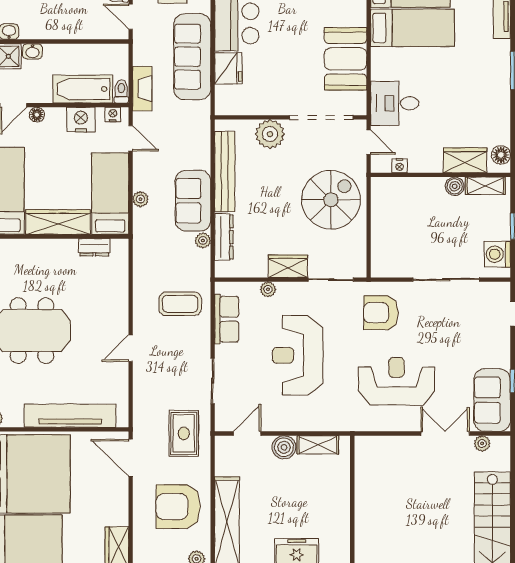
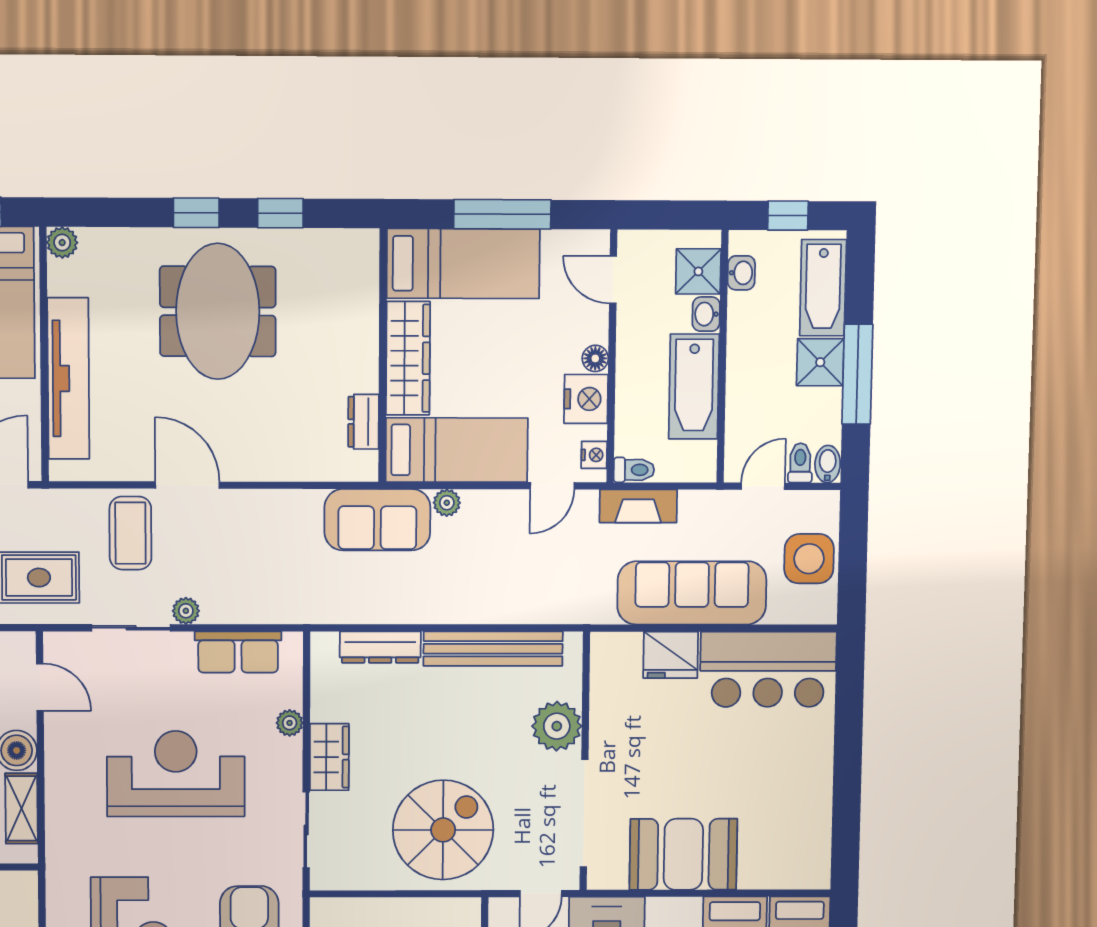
bathtub: (83, 89) -> (694, 387), moved, turned 180
floor lamp: (37, 115) -> (595, 358), moved
spiral stairs: (331, 200) -> (443, 830), turned -90
sofa: (193, 201) -> (377, 520), moved, turned 180
plant: (203, 240) -> (186, 611), moved
coffee table: (180, 304) -> (130, 533), moved
door: (131, 348) -> (187, 485), width x1.38

